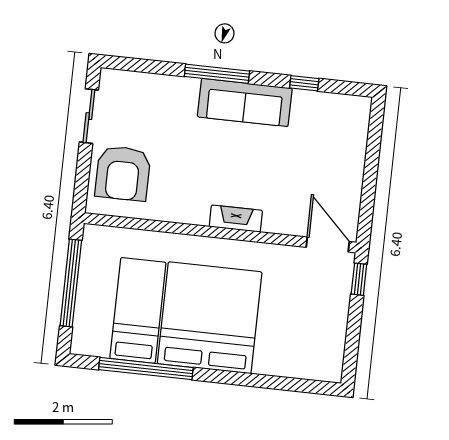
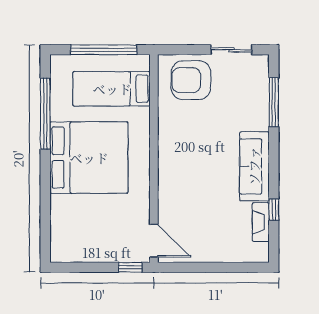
window: (217, 74) -> (274, 102), moved
fireplace: (236, 219) -> (261, 222), moved, turned 180
door: (328, 244) -> (154, 241), hinge flipped
bed: (138, 310) -> (112, 89), moved, turned 180

